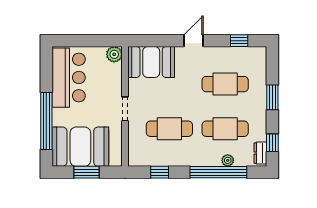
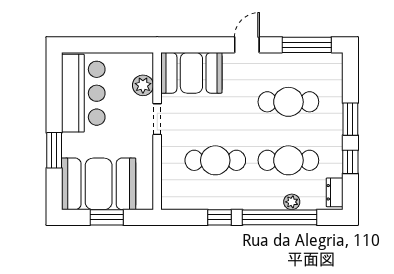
window: (239, 41) -> (307, 45), width x2.17
plant: (114, 54) -> (143, 85), moved
doorway: (125, 109) -> (157, 119), moved
window: (46, 121) -> (54, 150), width x0.47
window: (272, 143) -> (350, 162), moved
window: (160, 172) -> (220, 217), moved

